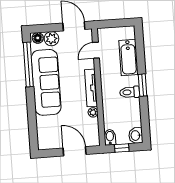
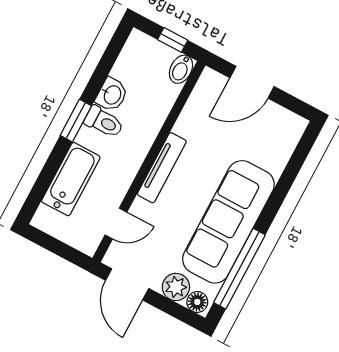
plant: (93, 112) -> (183, 126), removed
washbasin: (136, 135) -> (112, 95), moved
door: (75, 151) -> (252, 82), hinge flipped

